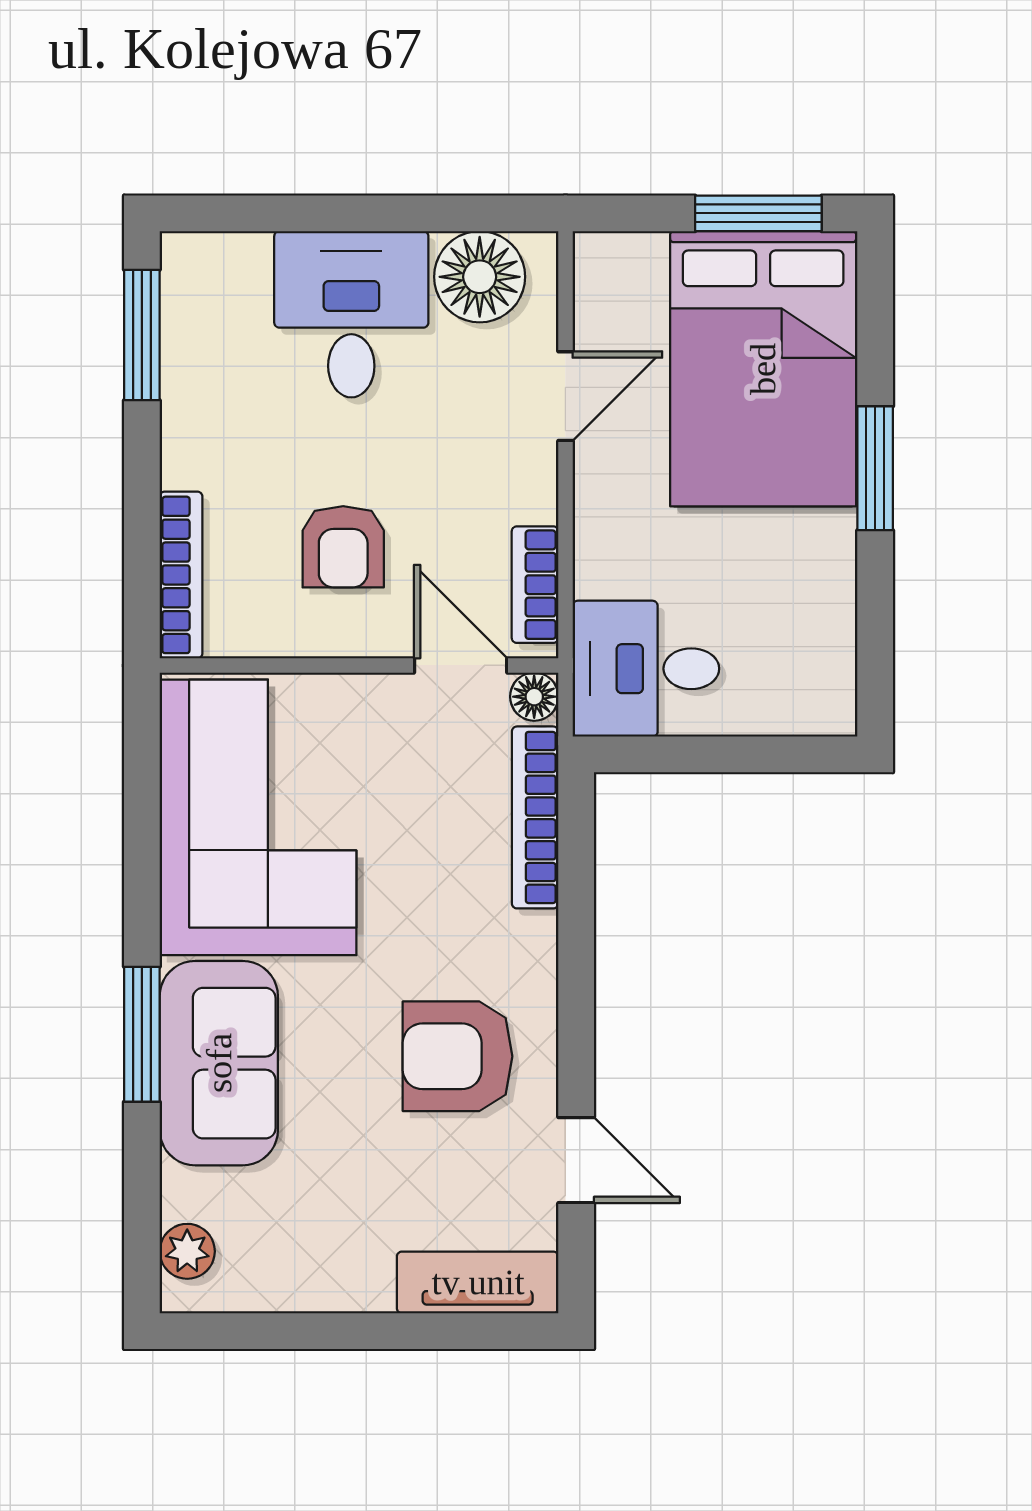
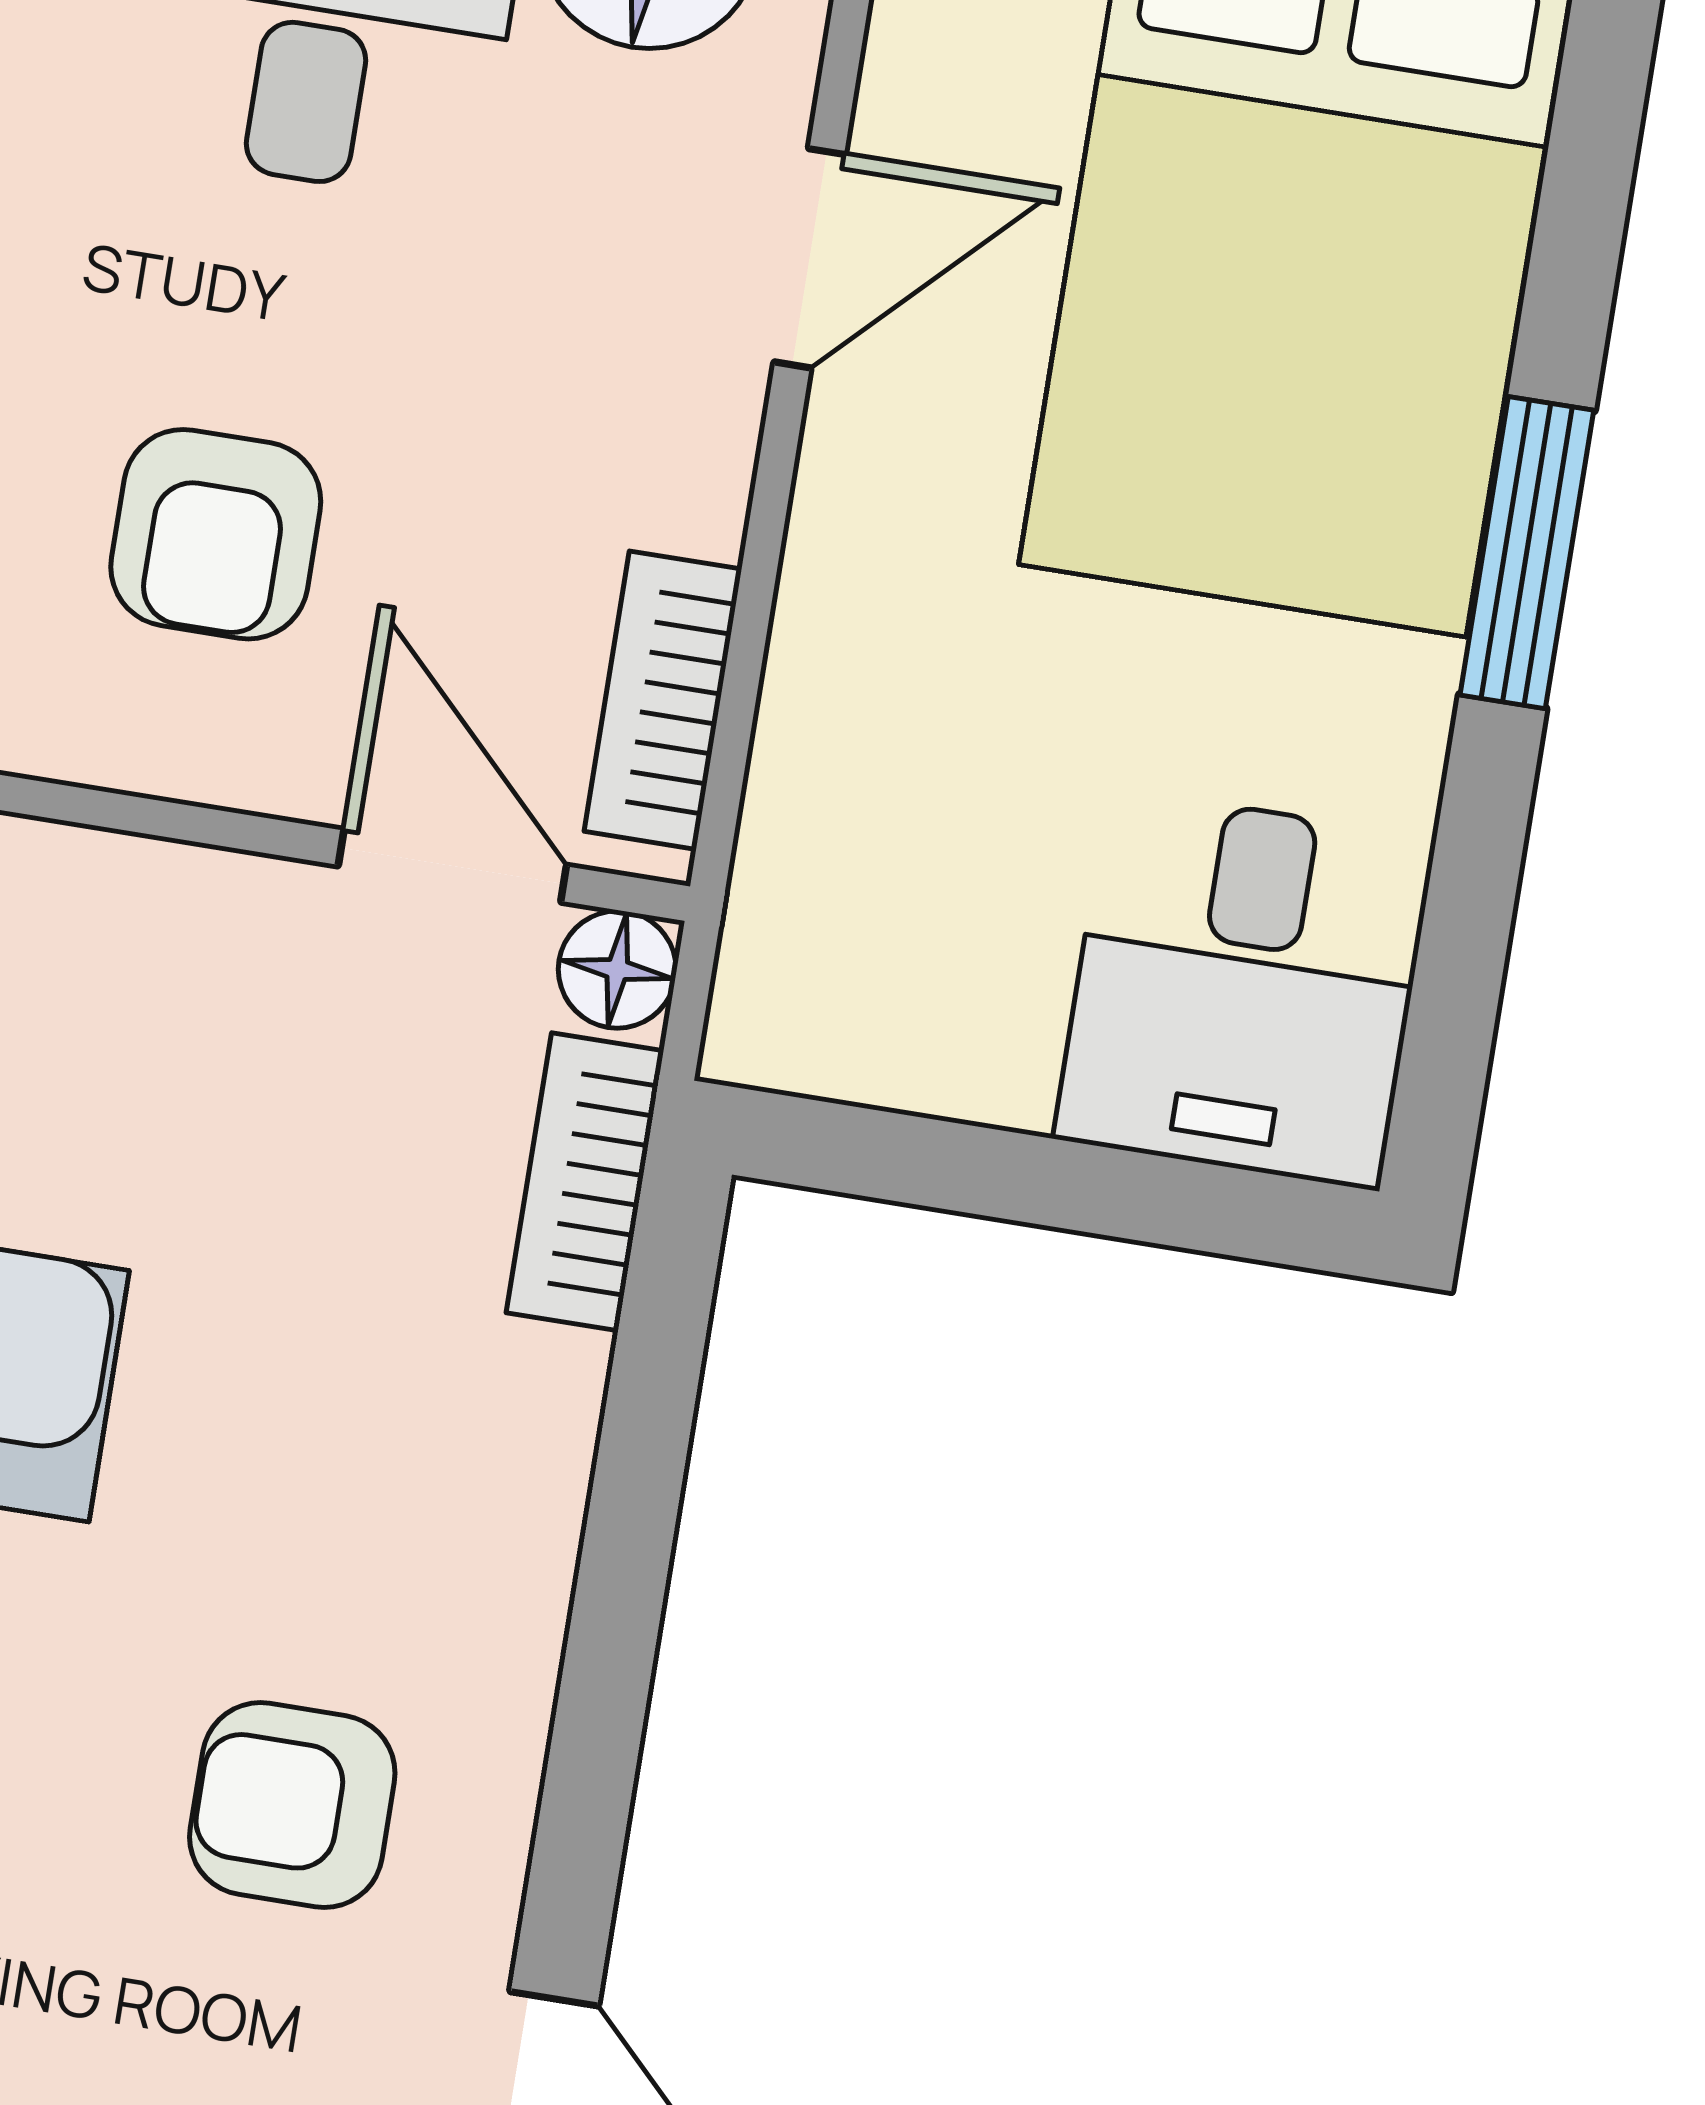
desk: (646, 669) -> (1244, 989), moved, turned -90
bookcase: (535, 817) -> (585, 1182), width x0.64
armchair: (457, 1056) -> (292, 1805), width x0.72, depth x0.72

